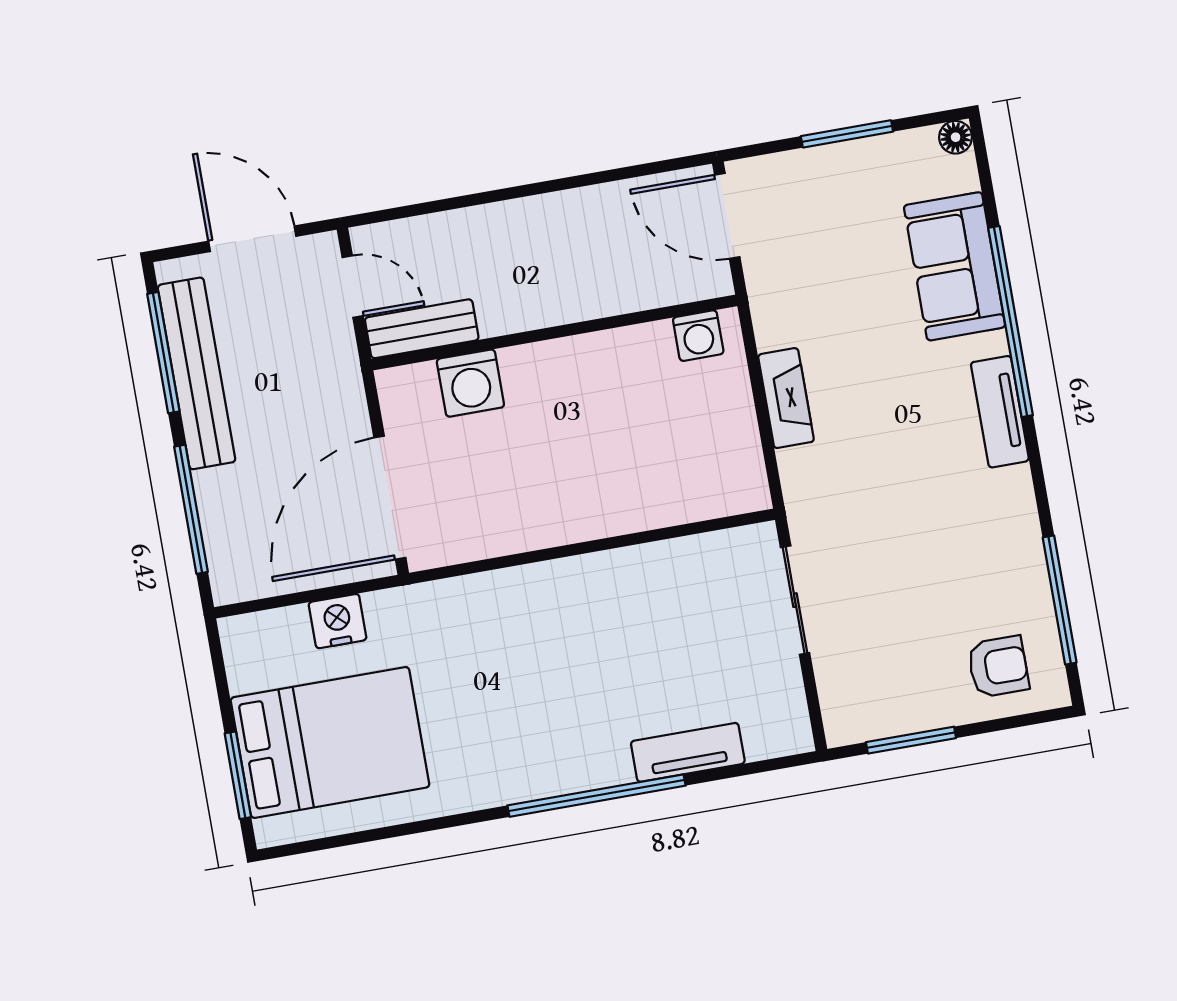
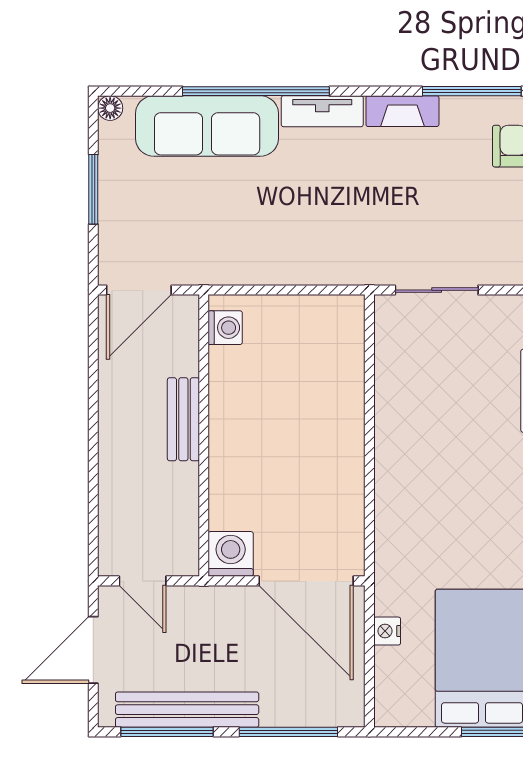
sofa: (955, 266) -> (207, 126), width x1.36
door: (353, 287) -> (143, 581), swing flipped
bench: (422, 329) -> (183, 419), moved
washing machine: (470, 383) -> (231, 554), moved, turned -90
fireplace: (786, 398) -> (402, 111), moved, turned 180
nightstand: (338, 621) -> (387, 631), width x0.72, depth x0.74

